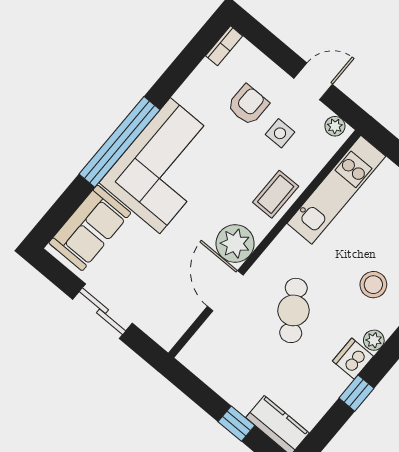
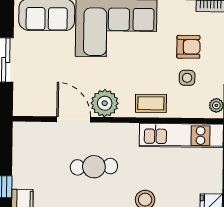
door: (225, 291) -> (74, 119), hinge flipped
cafe table: (293, 310) -> (94, 167), turned 30

